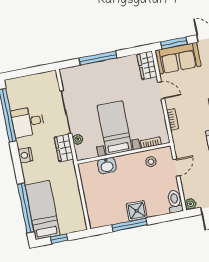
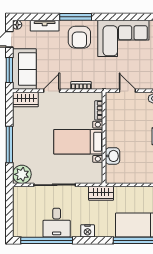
plant: (78, 139) -> (22, 174), moved, width x1.88, depth x1.88
wardrobe: (64, 148) -> (101, 193), moved
stool: (151, 162) -> (117, 114), removed

